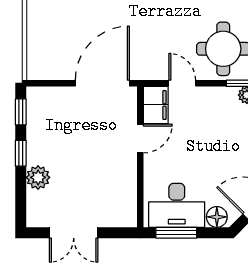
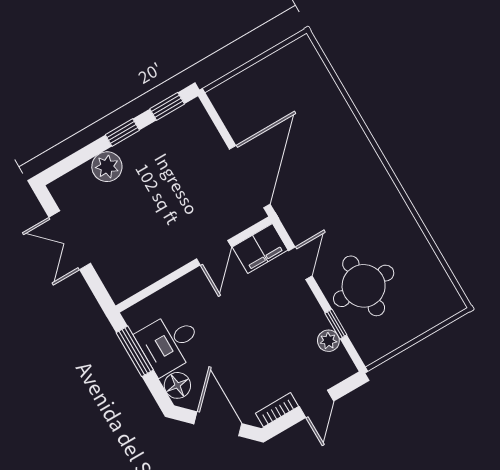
door: (102, 83) -> (250, 177), hinge flipped
door: (140, 139) -> (214, 253), hinge flipped
desk: (177, 205) -> (169, 343), width x0.73

